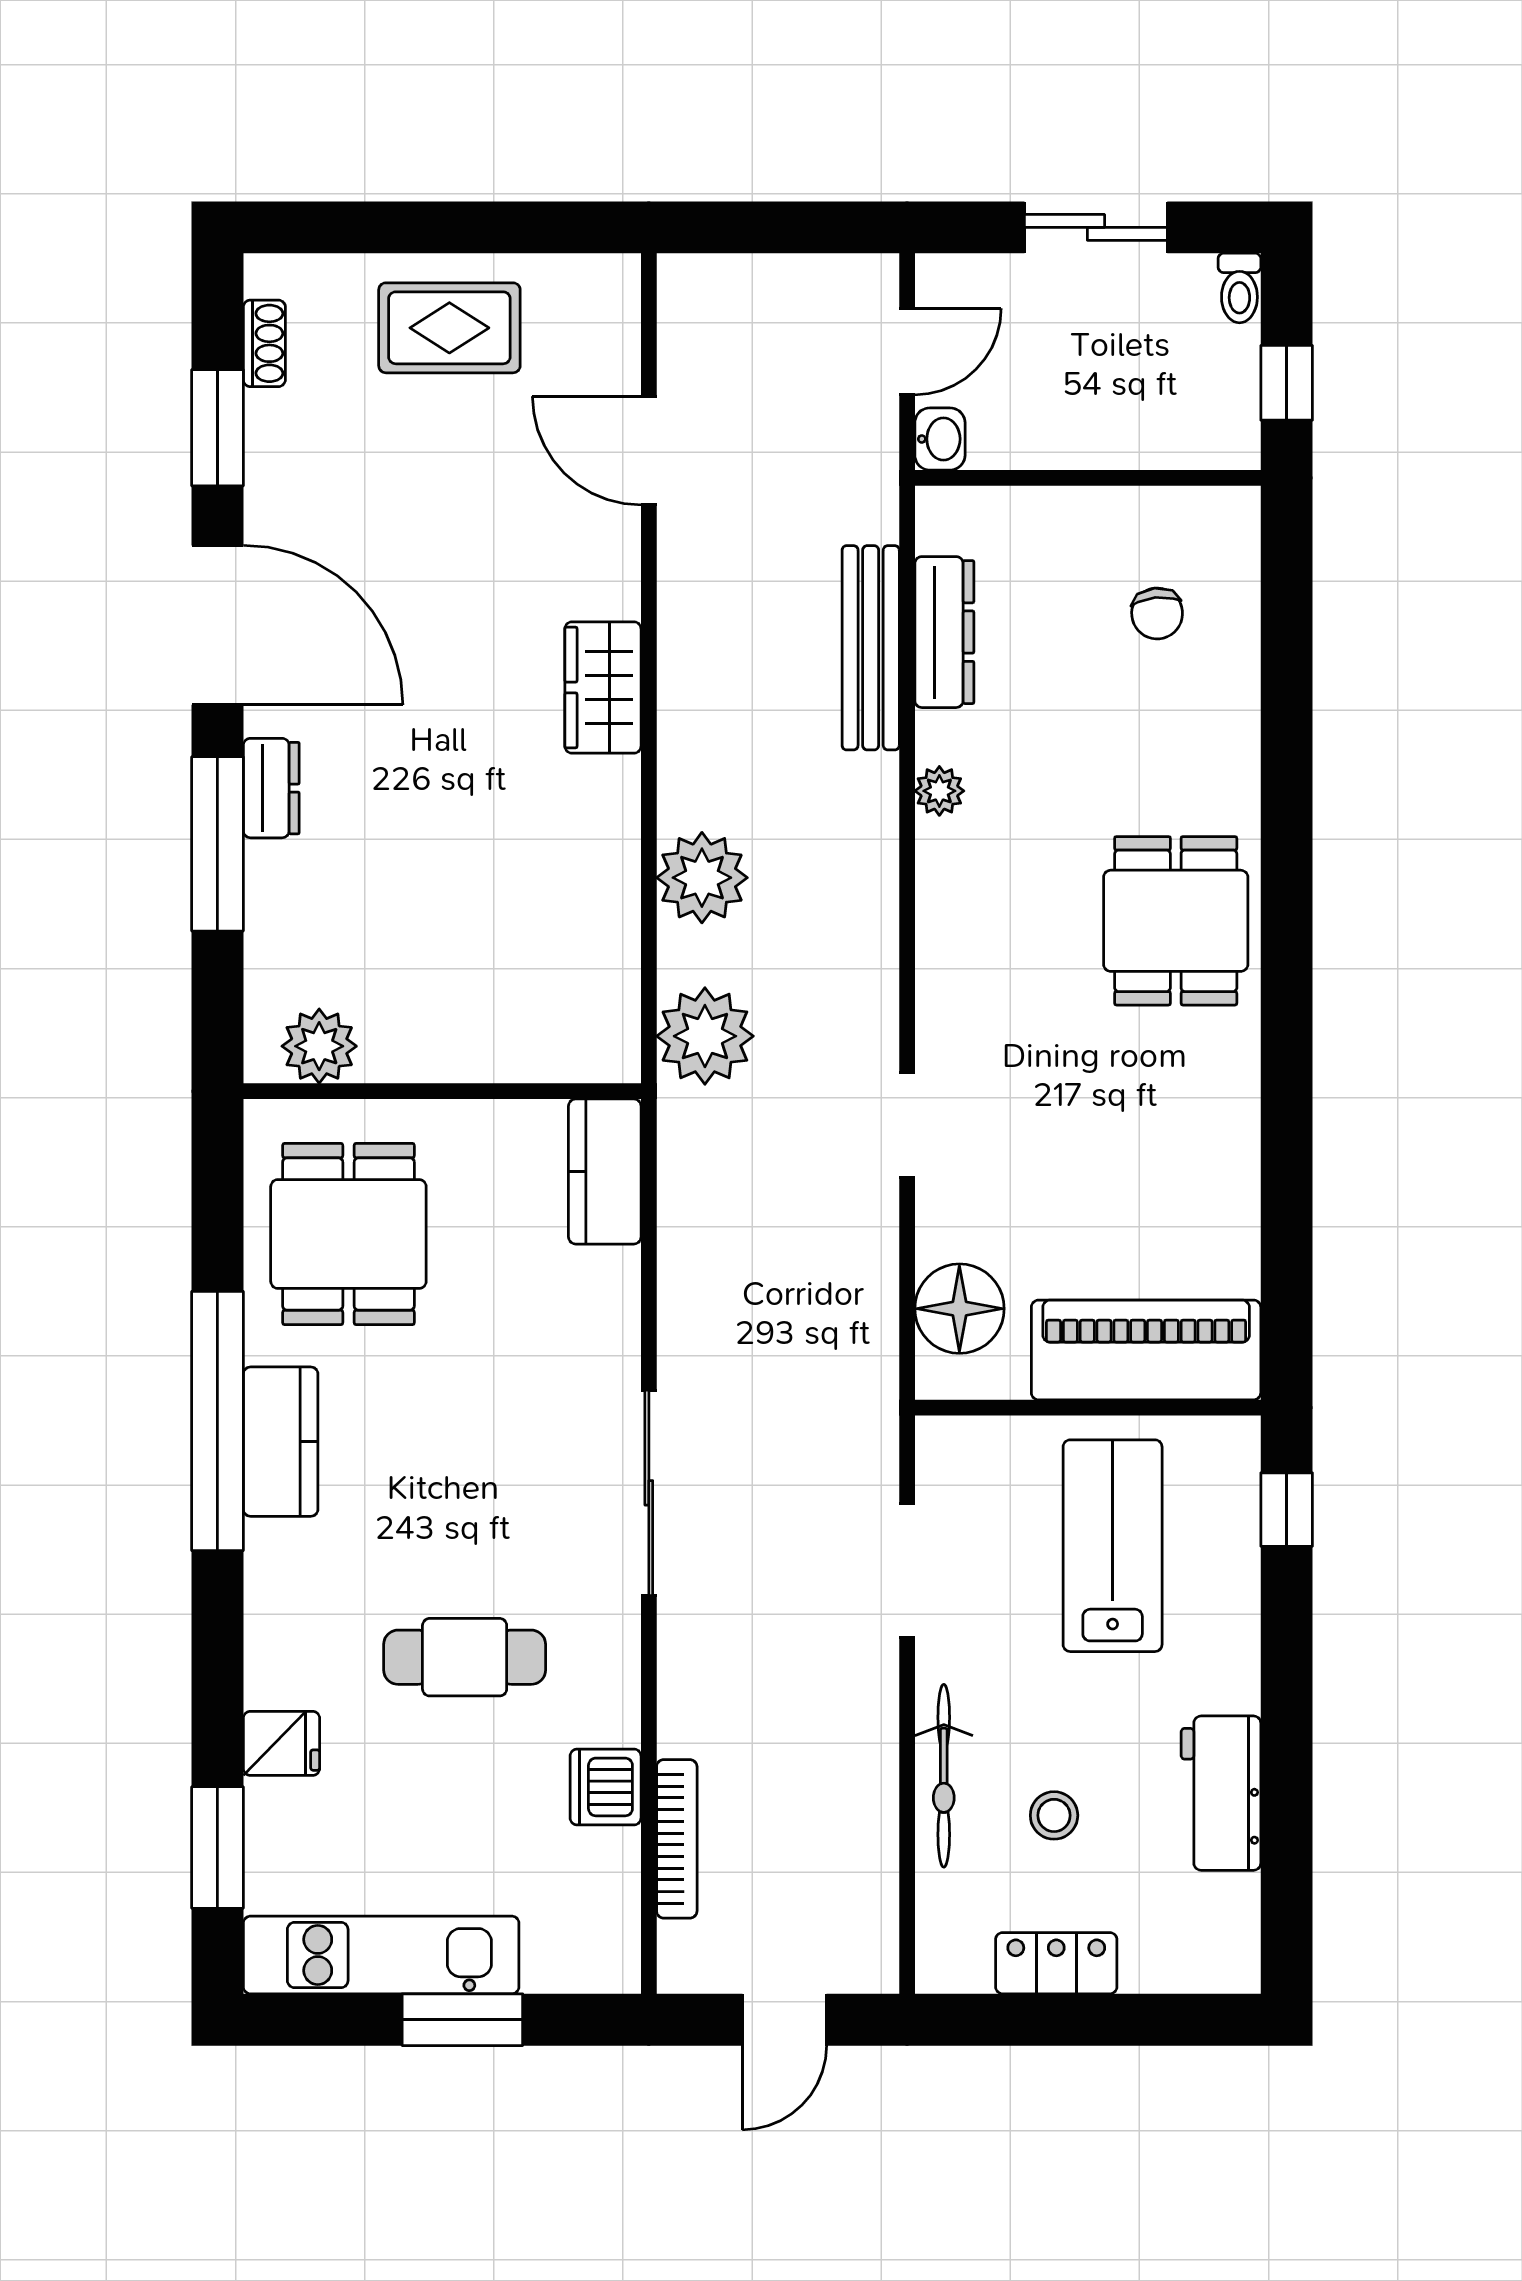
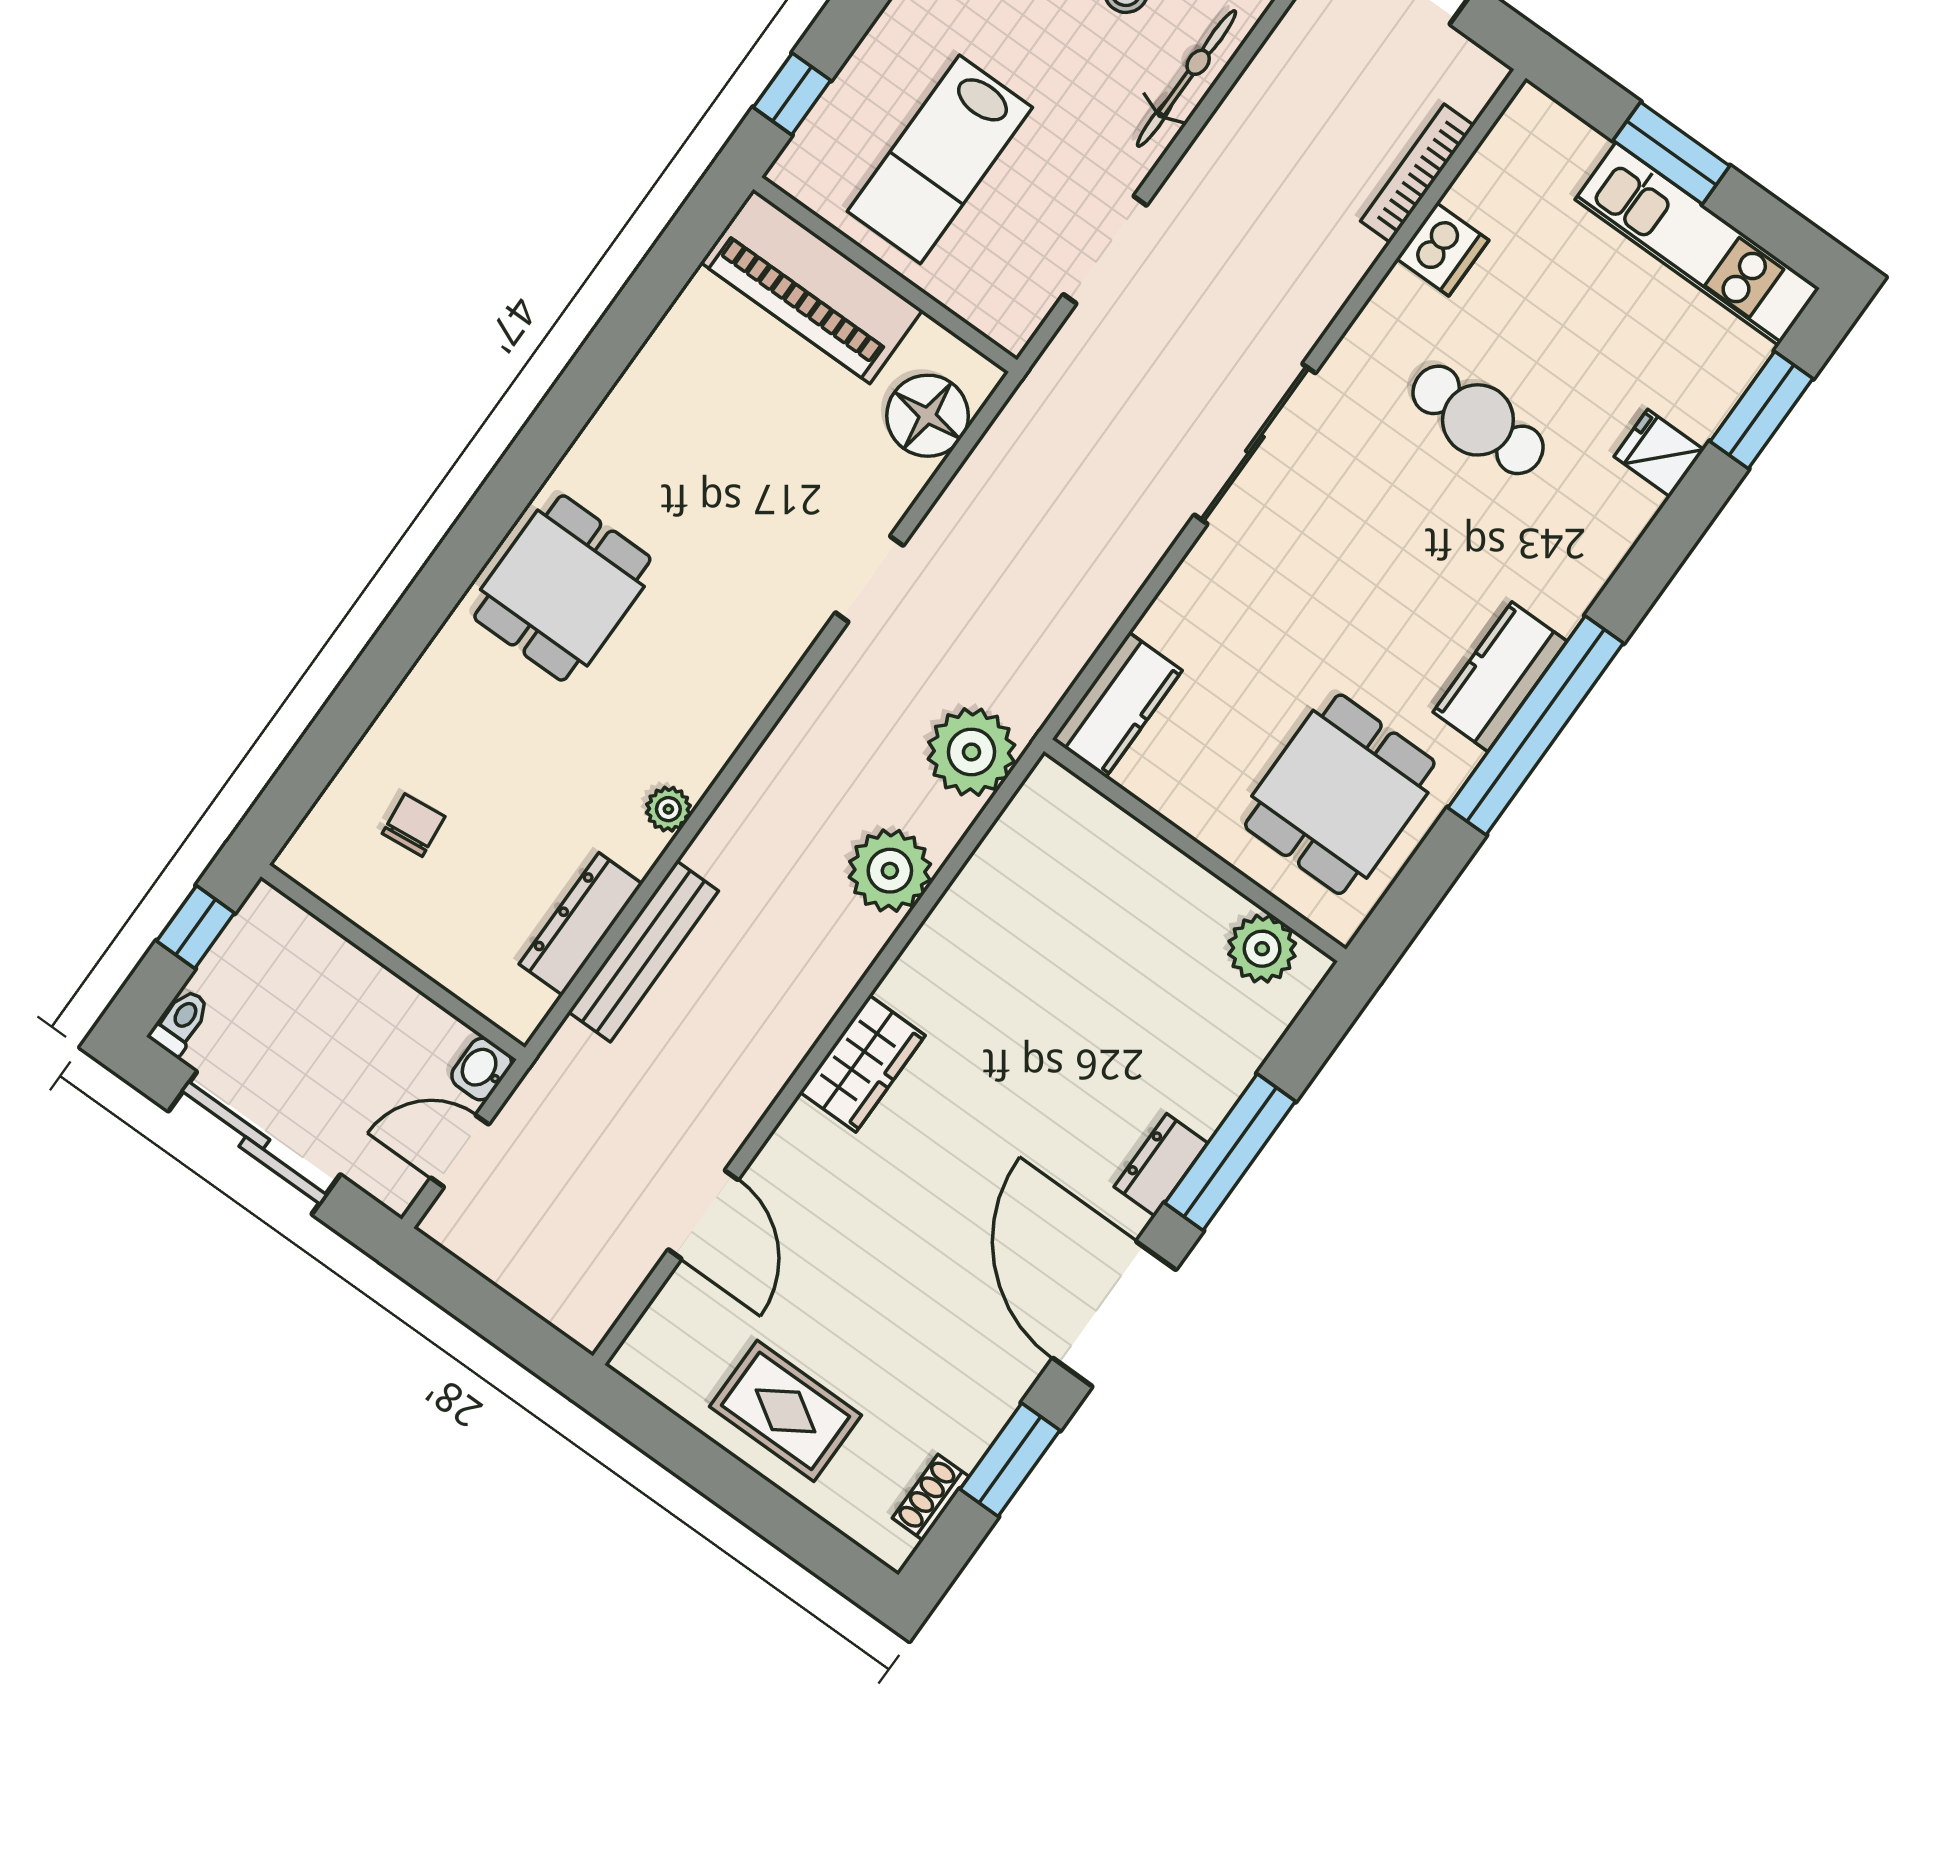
sliding door: (1096, 227) -> (254, 1143), width x1.37

